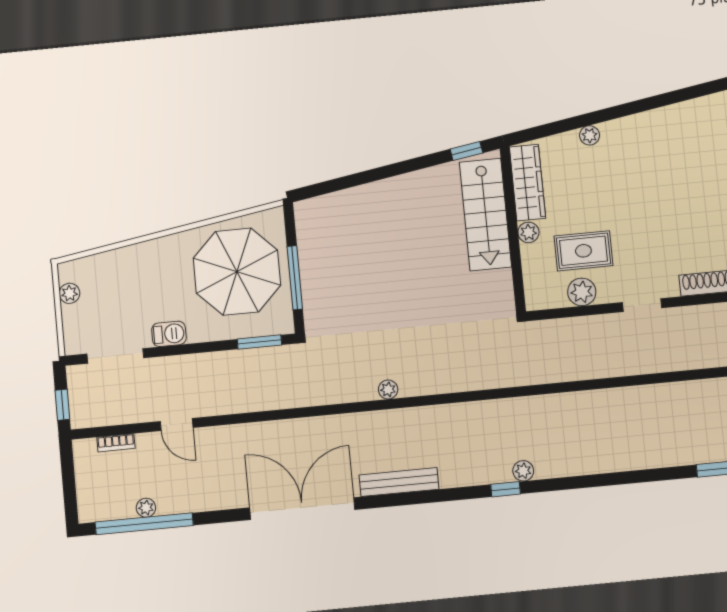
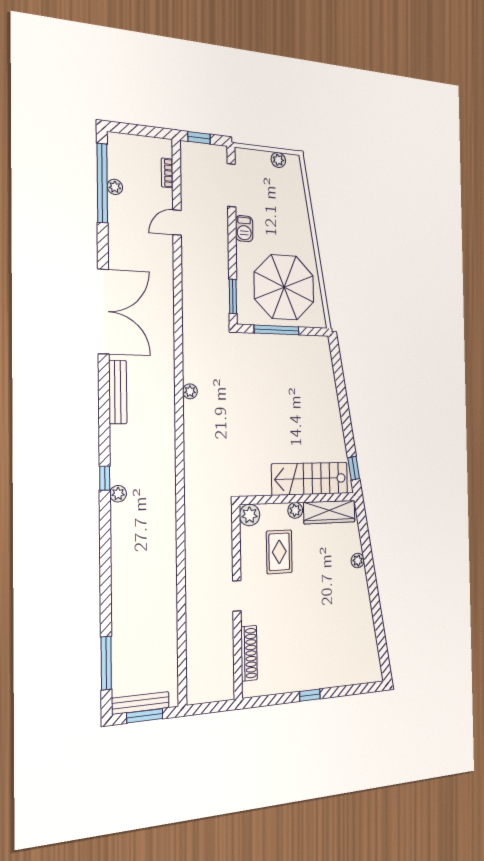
plant: (582, 292) -> (250, 515), moved

